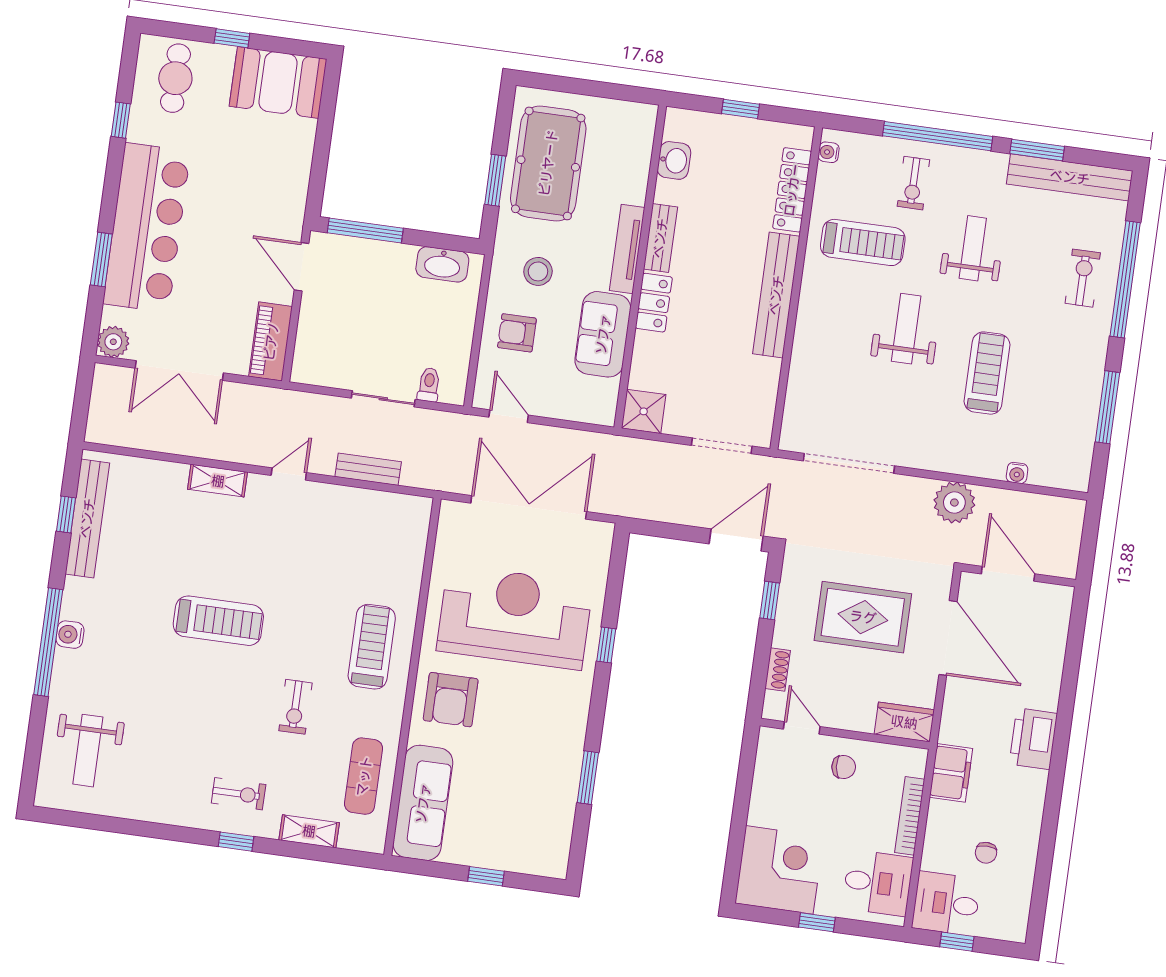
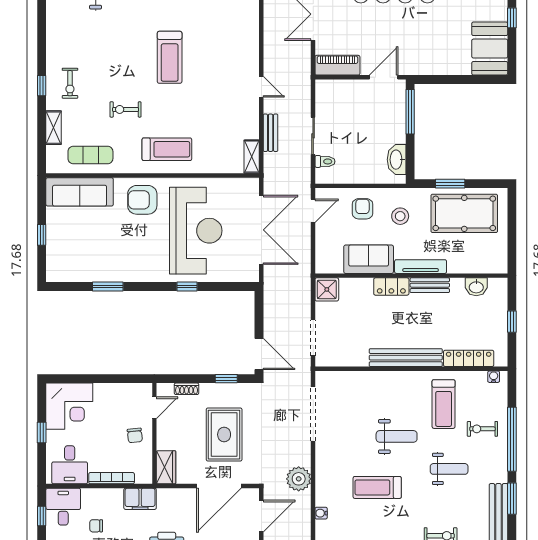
treadmill: (987, 373) -> (377, 487), turned 180
shelving: (218, 481) -> (252, 157), moved

